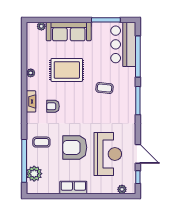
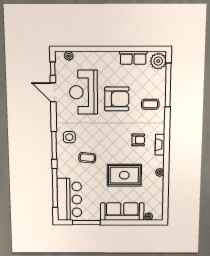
side table: (122, 109) -> (69, 137), added
plant: (34, 174) -> (158, 61), moved
row of seats: (73, 187) -> (133, 58), moved

